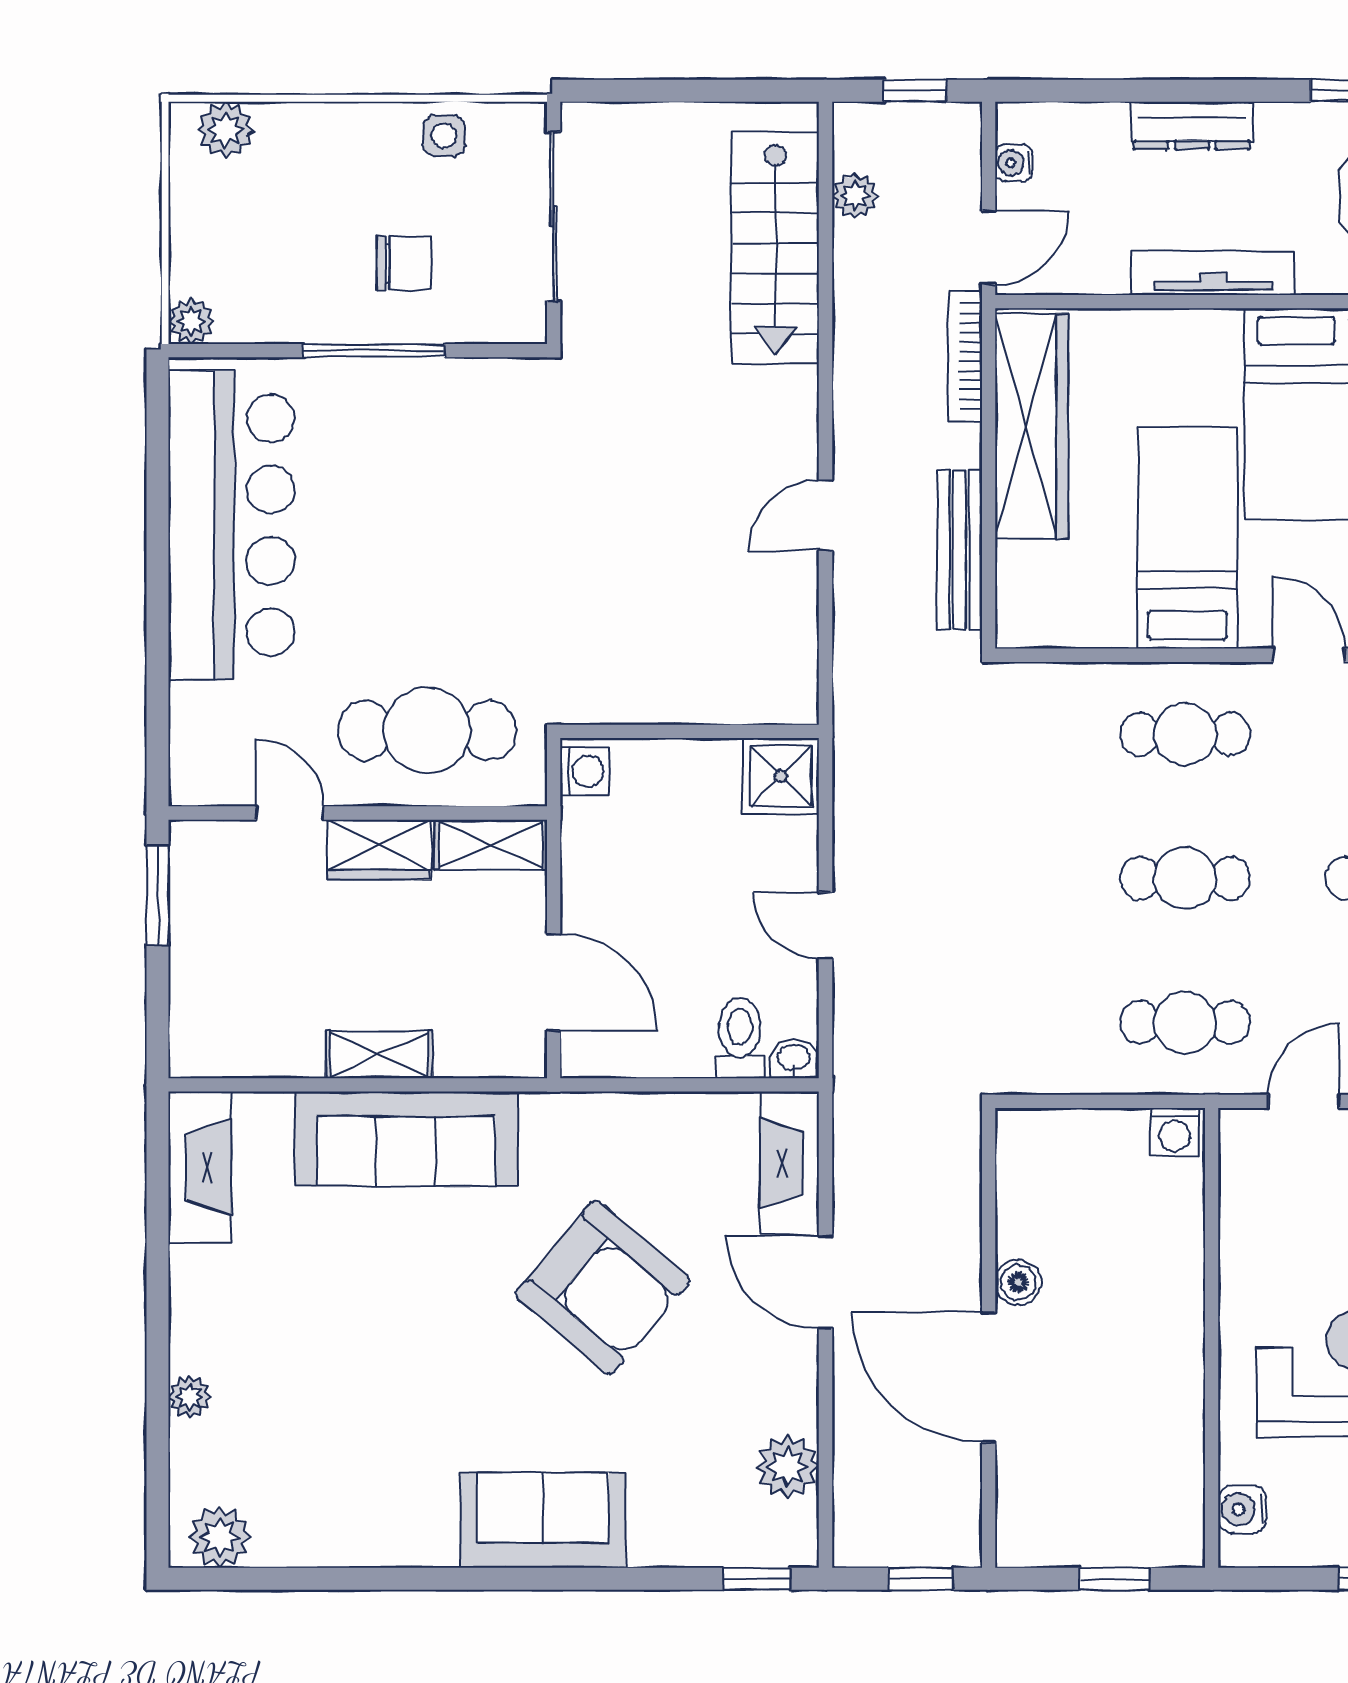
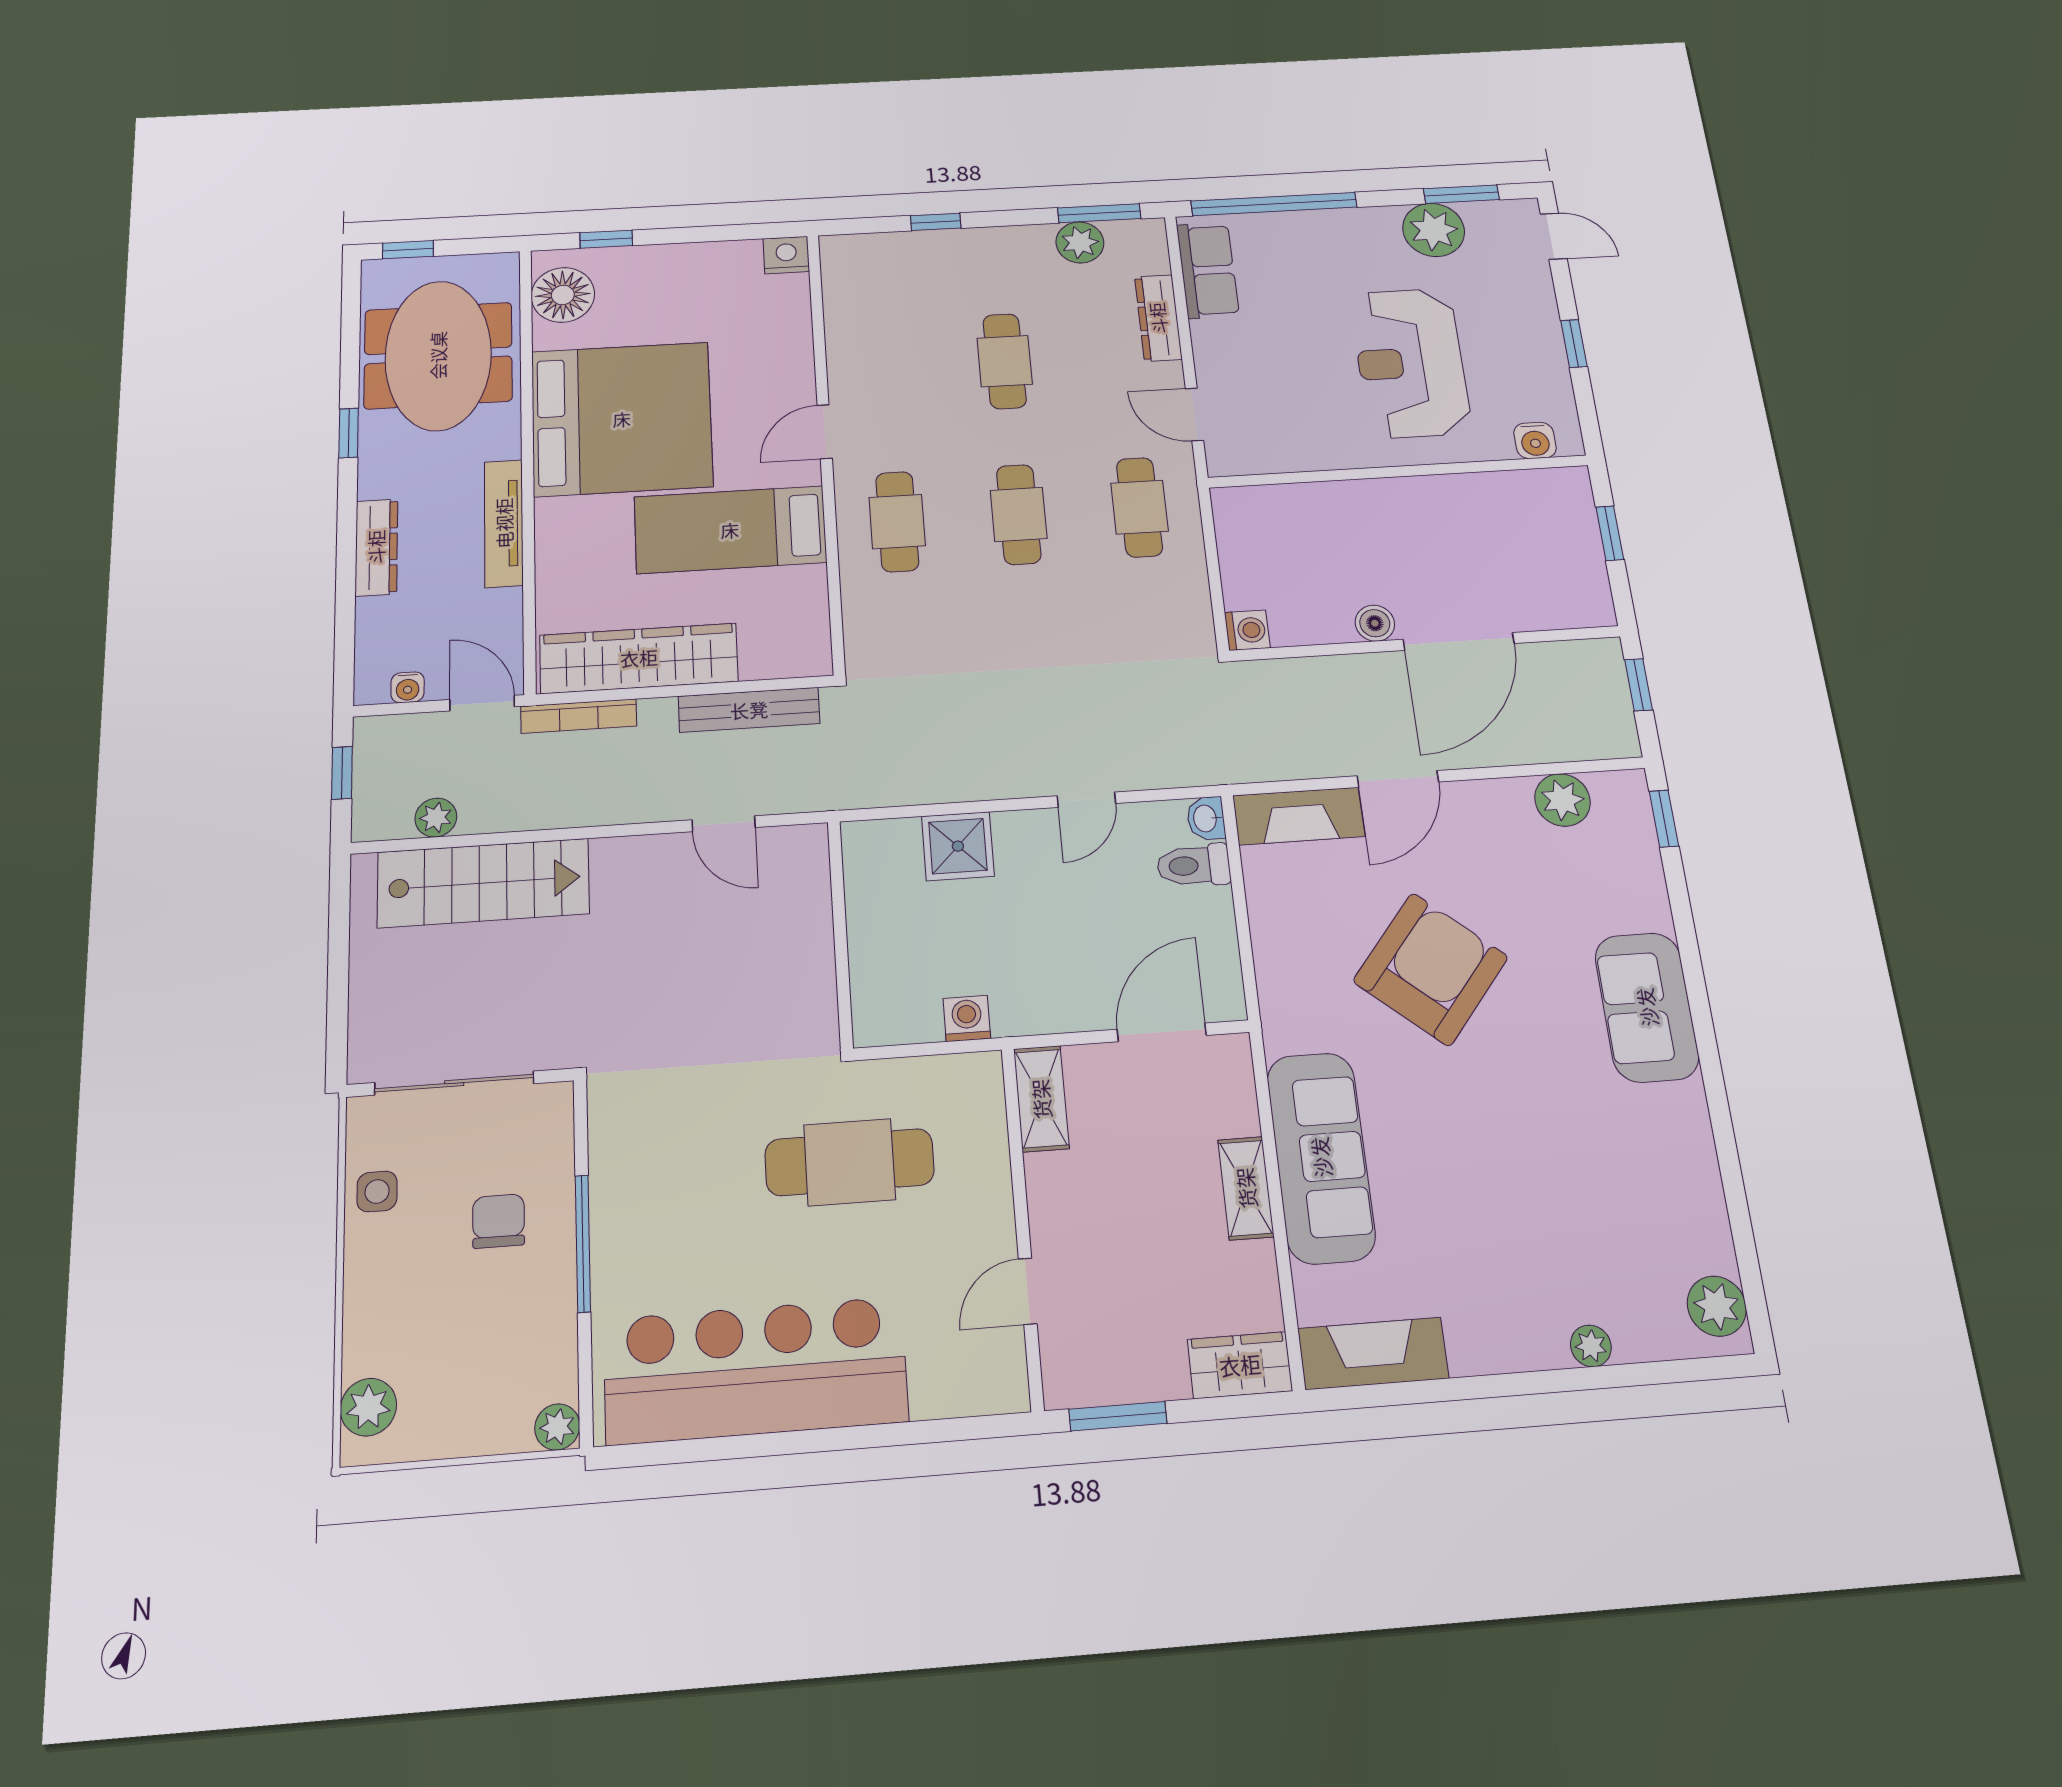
cafe table: (427, 730) -> (850, 1162), moved, turned 90
wall: (690, 731) -> (840, 933), moved
wardrobe: (379, 850) -> (1240, 1365), moved, turned -90
washing machine: (1175, 1132) -> (1247, 630), moved

